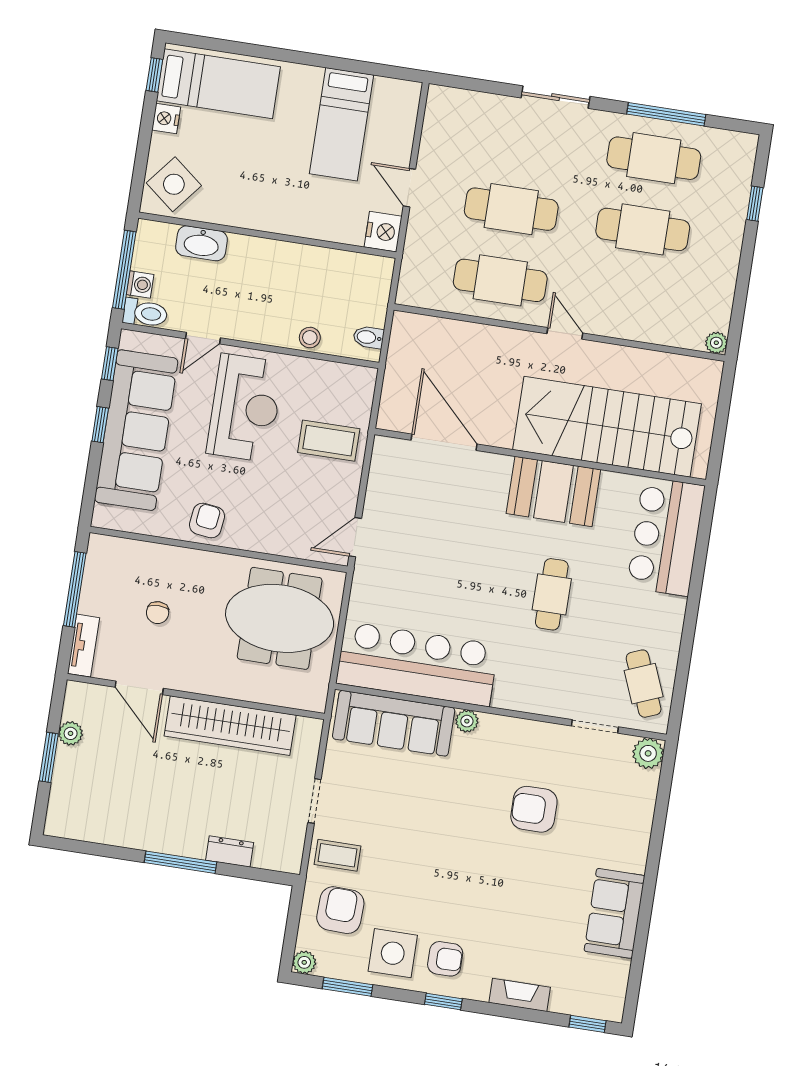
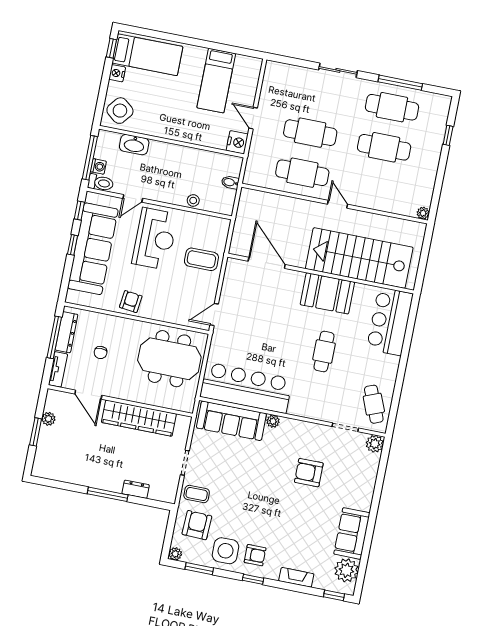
bidet: (368, 337) -> (230, 182), moved
dresser: (96, 579) -> (66, 332), added
plant: (608, 979) -> (346, 570), added

